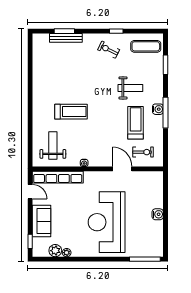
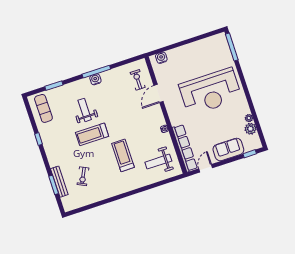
exercise bike: (109, 50) -> (83, 176), moved
treadmill: (136, 123) -> (92, 134), moved
water cooler: (158, 214) -> (161, 58), moved

